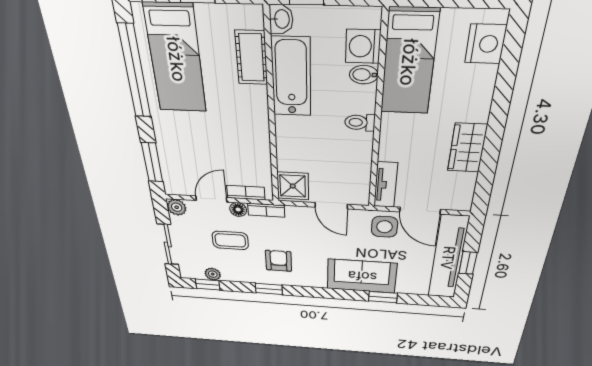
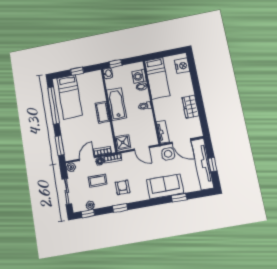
cot: (251, 58) -> (103, 112), moved
bathtub: (291, 77) -> (117, 104), moved

